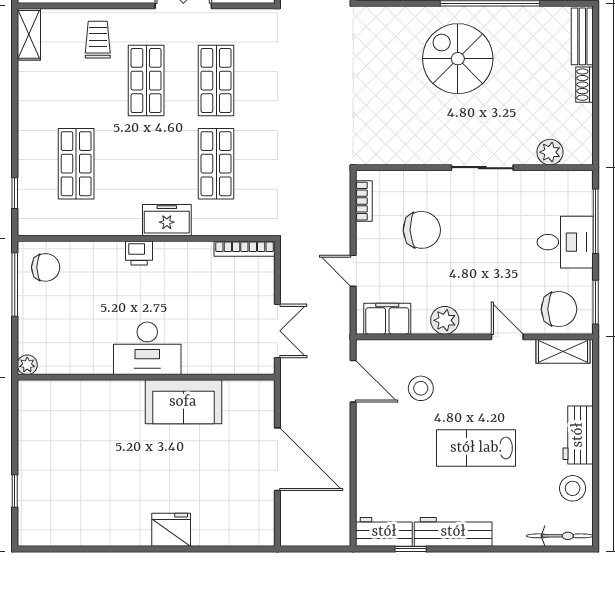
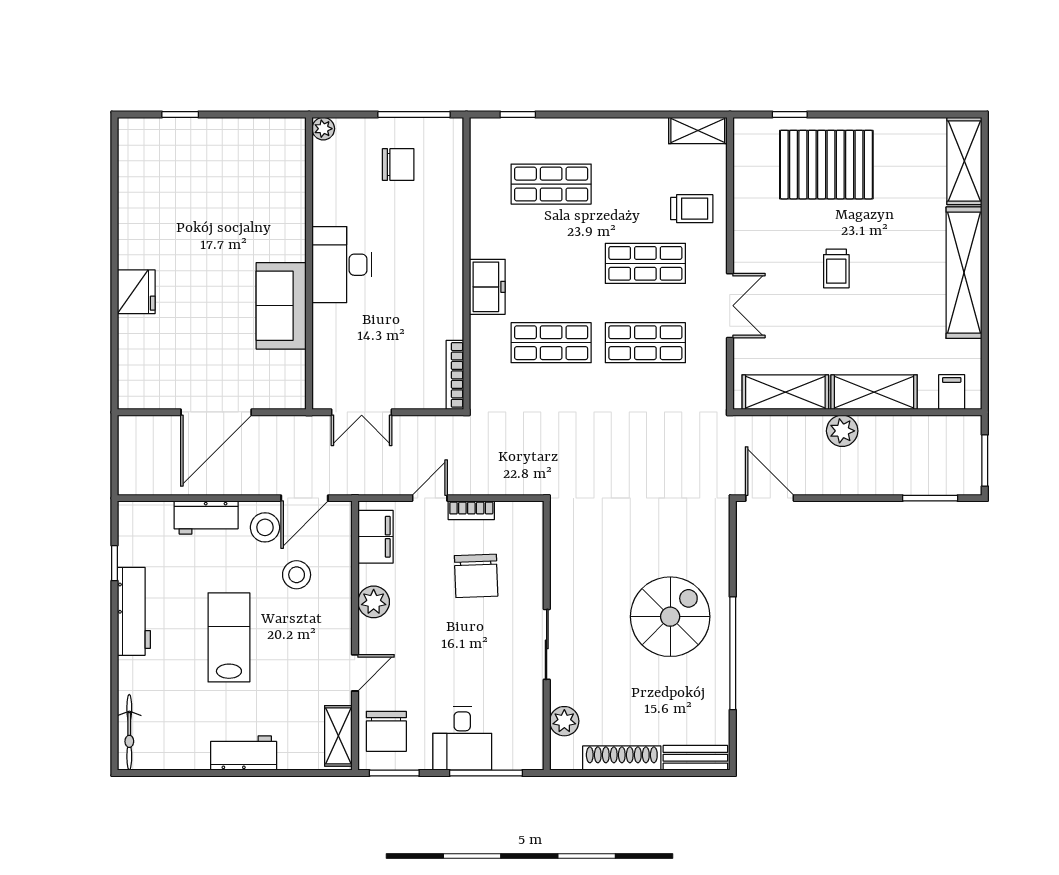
shoe rack: (585, 85) -> (622, 758), width x1.94, depth x1.24
bookcase: (364, 201) -> (471, 510), moved
printer: (139, 253) -> (450, 255), removed
chair: (46, 267) -> (398, 164), moved, turned -90
stool: (573, 488) -> (265, 527), moved
workbench: (384, 532) -> (206, 518), moved, turned 90

